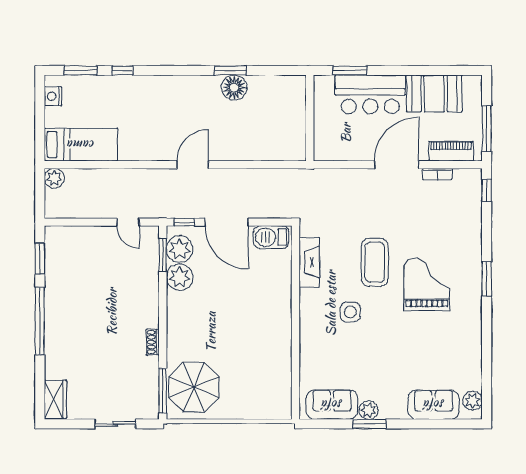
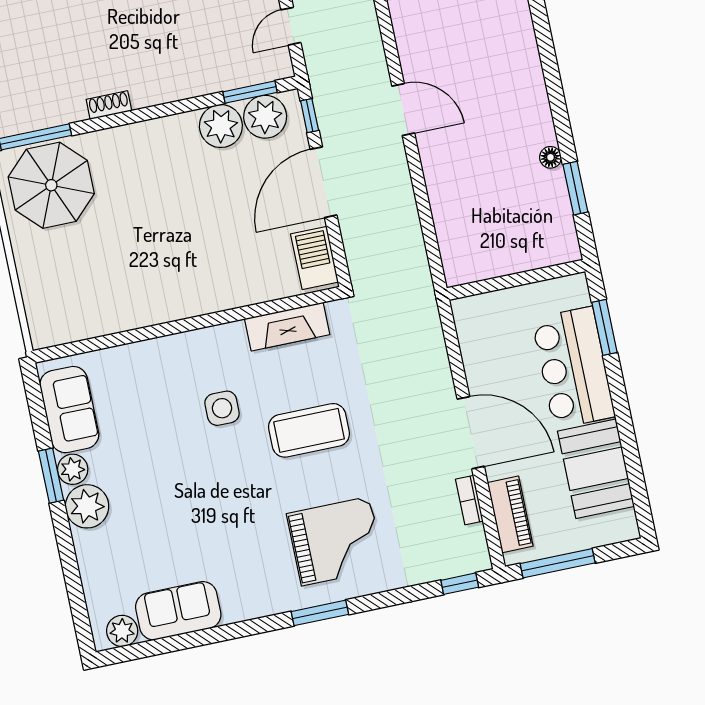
window: (230, 70) -> (575, 188), moved
floor lamp: (234, 88) -> (550, 157), width x0.53, depth x0.53
grand piano: (427, 284) -> (336, 541), moved
sofa: (434, 405) -> (178, 611), moved, turned -90
plant: (393, 406) -> (87, 506), added

